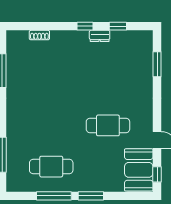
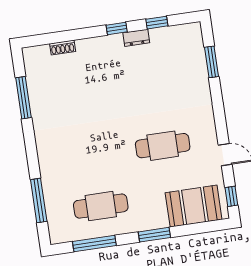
booth: (139, 170) -> (194, 206), moved, turned 90
window: (54, 196) -> (94, 244), moved

